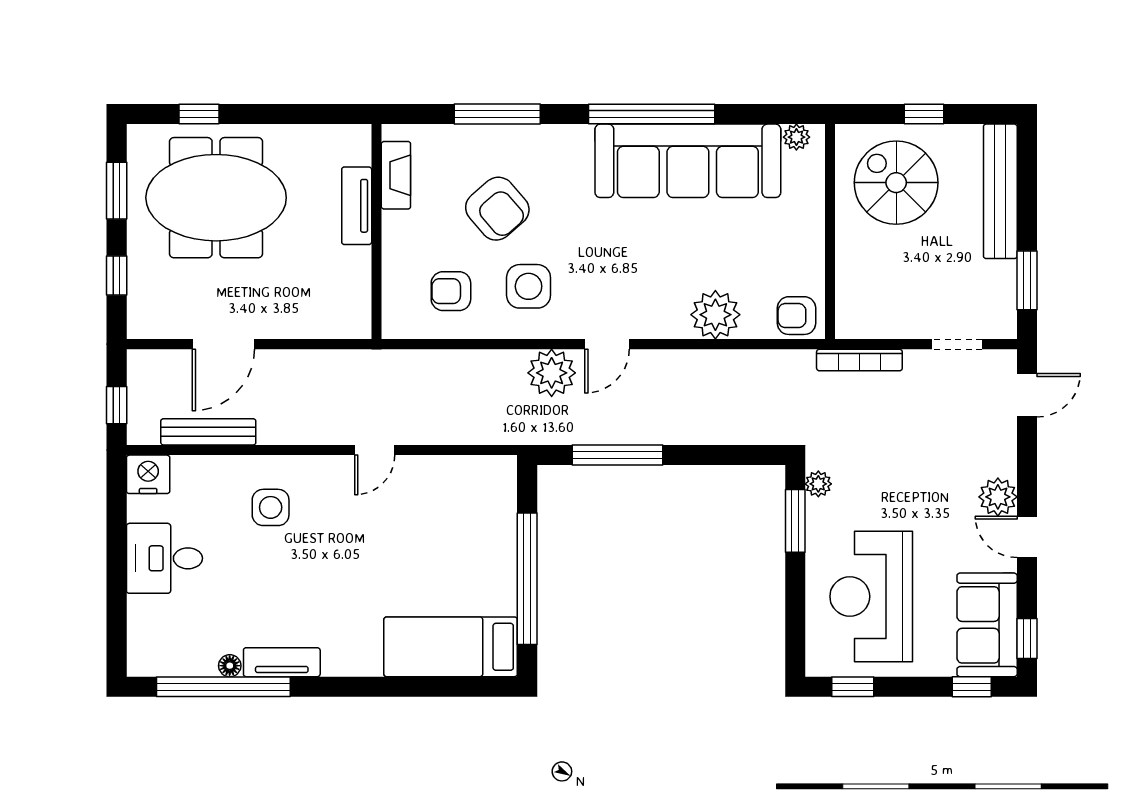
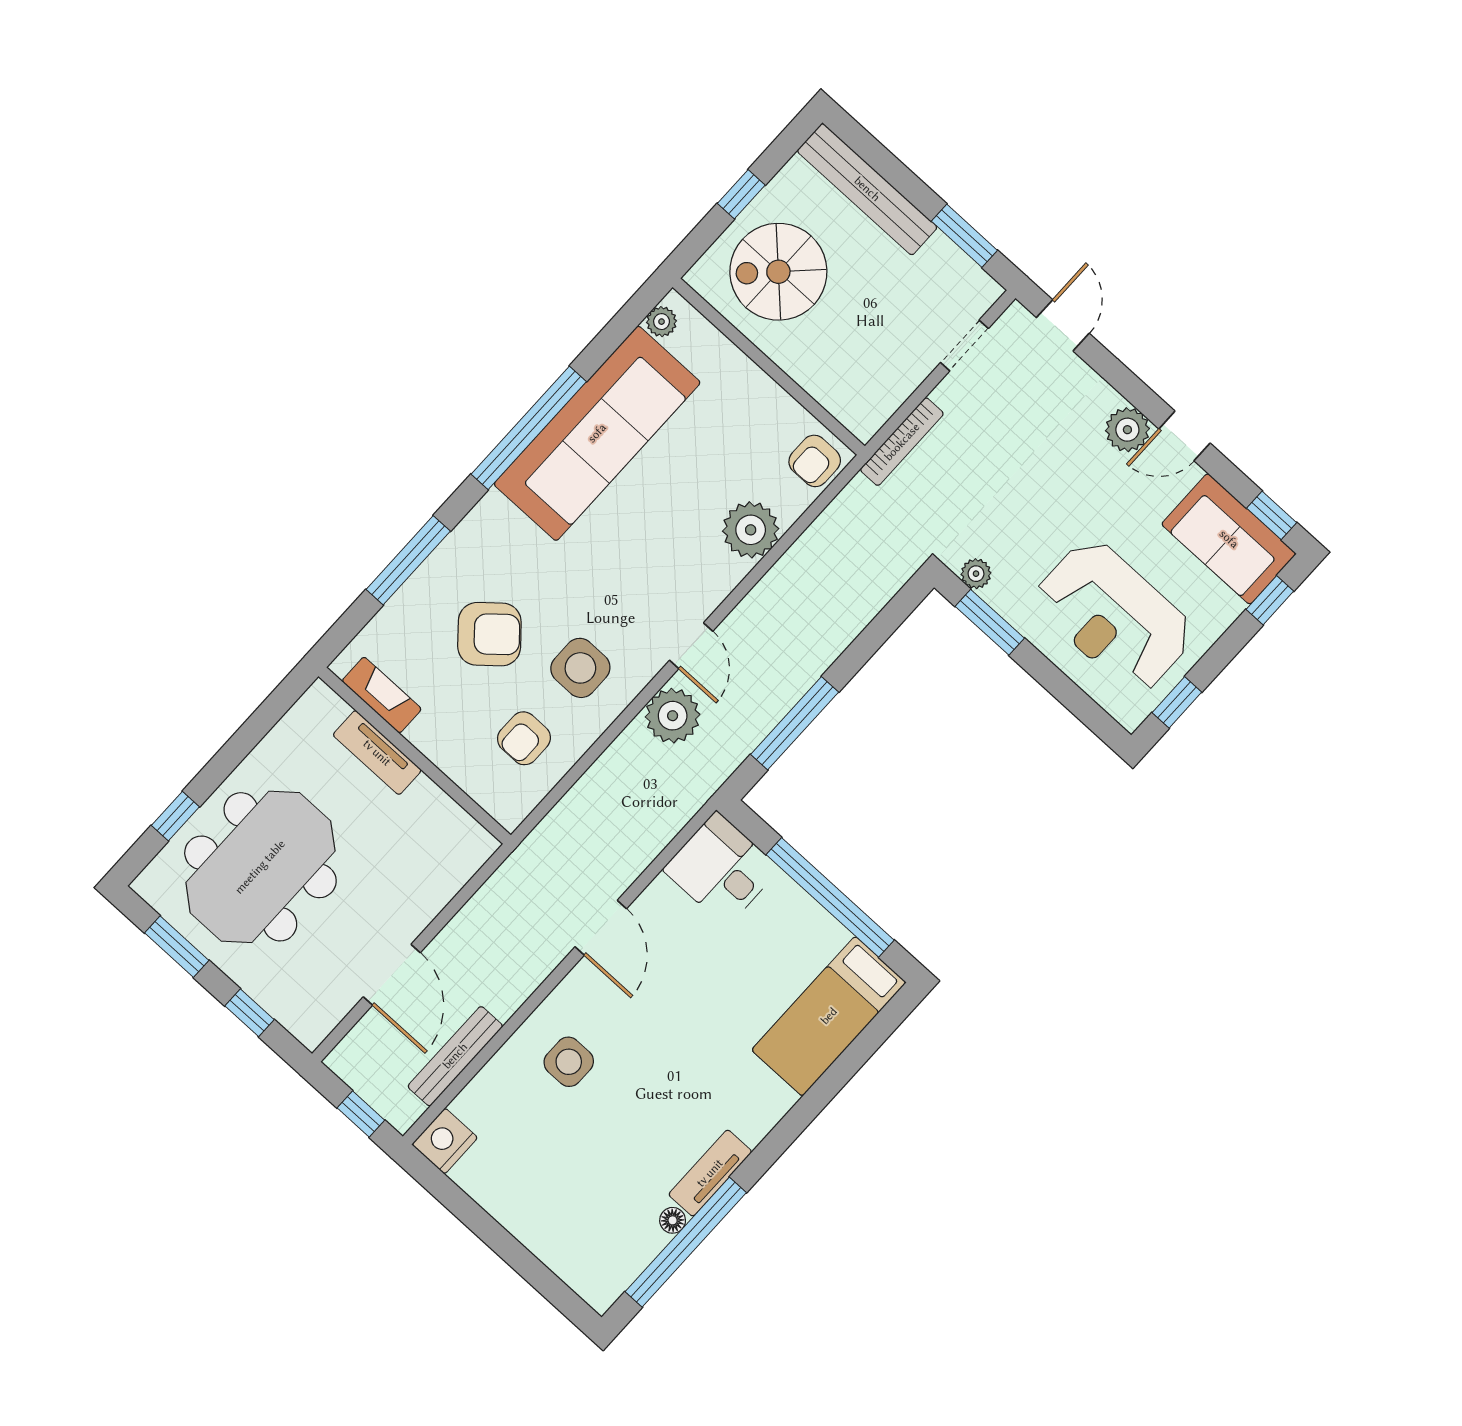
door: (375, 450) -> (601, 928), width x1.38
desk: (164, 558) -> (721, 869), moved, turned 90

